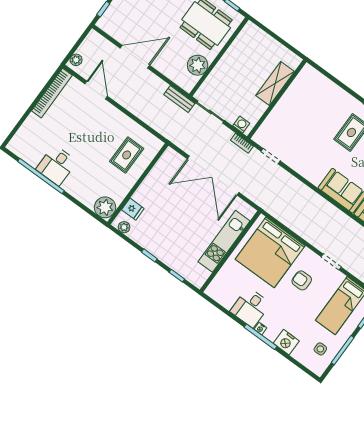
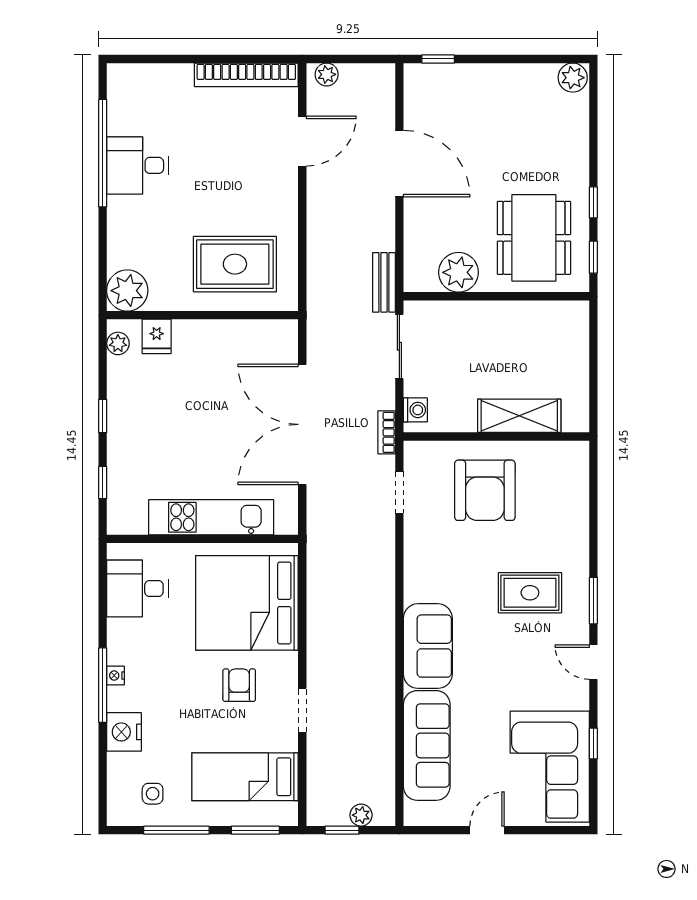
armchair: (296, 120) -> (485, 490), added
rug: (127, 155) -> (235, 264), width x1.36, depth x1.43
desk: (250, 307) -> (137, 589), moved

